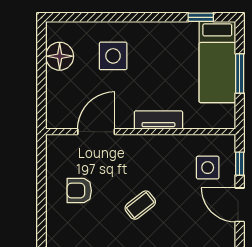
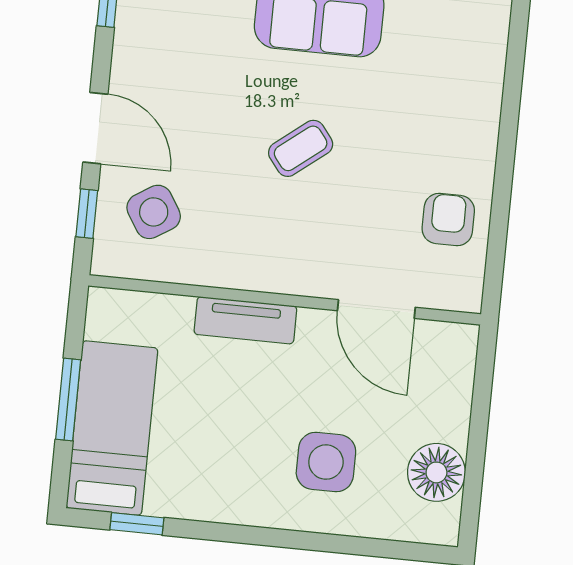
door: (96, 132) -> (376, 309), hinge flipped
side table: (208, 168) -> (154, 212), turned -32
armchair: (79, 191) -> (448, 219), moved, turned -90

